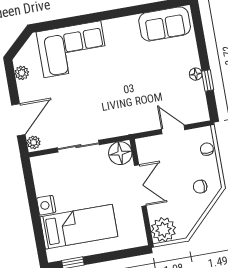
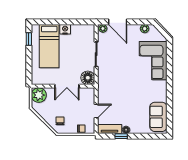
tv unit: (199, 102) -> (110, 129), added

